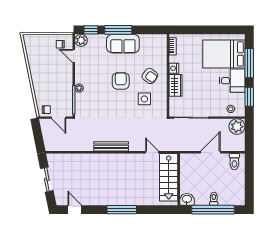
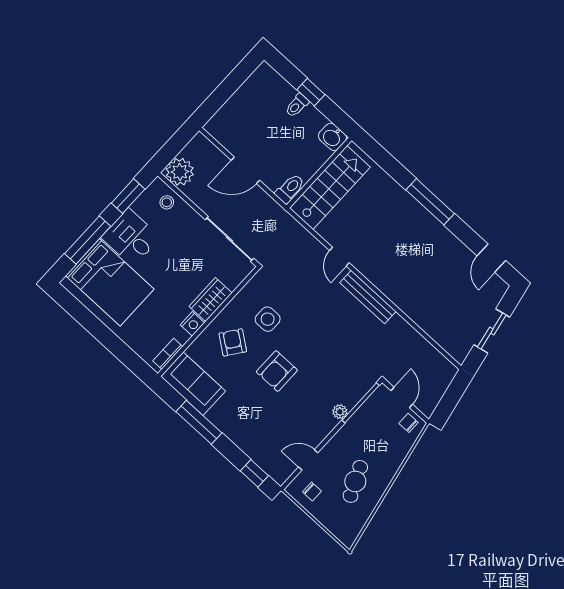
window: (118, 30) -> (199, 422), moved
plant: (81, 40) -> (280, 472), removed
sofa: (123, 44) -> (193, 384), moved
door: (74, 56) -> (308, 460), swing flipped
cafe table: (46, 65) -> (355, 481), added
door: (152, 152) -> (339, 257), moved
toilet: (234, 162) -> (290, 189), moved
window: (213, 210) -> (311, 92), width x0.32

